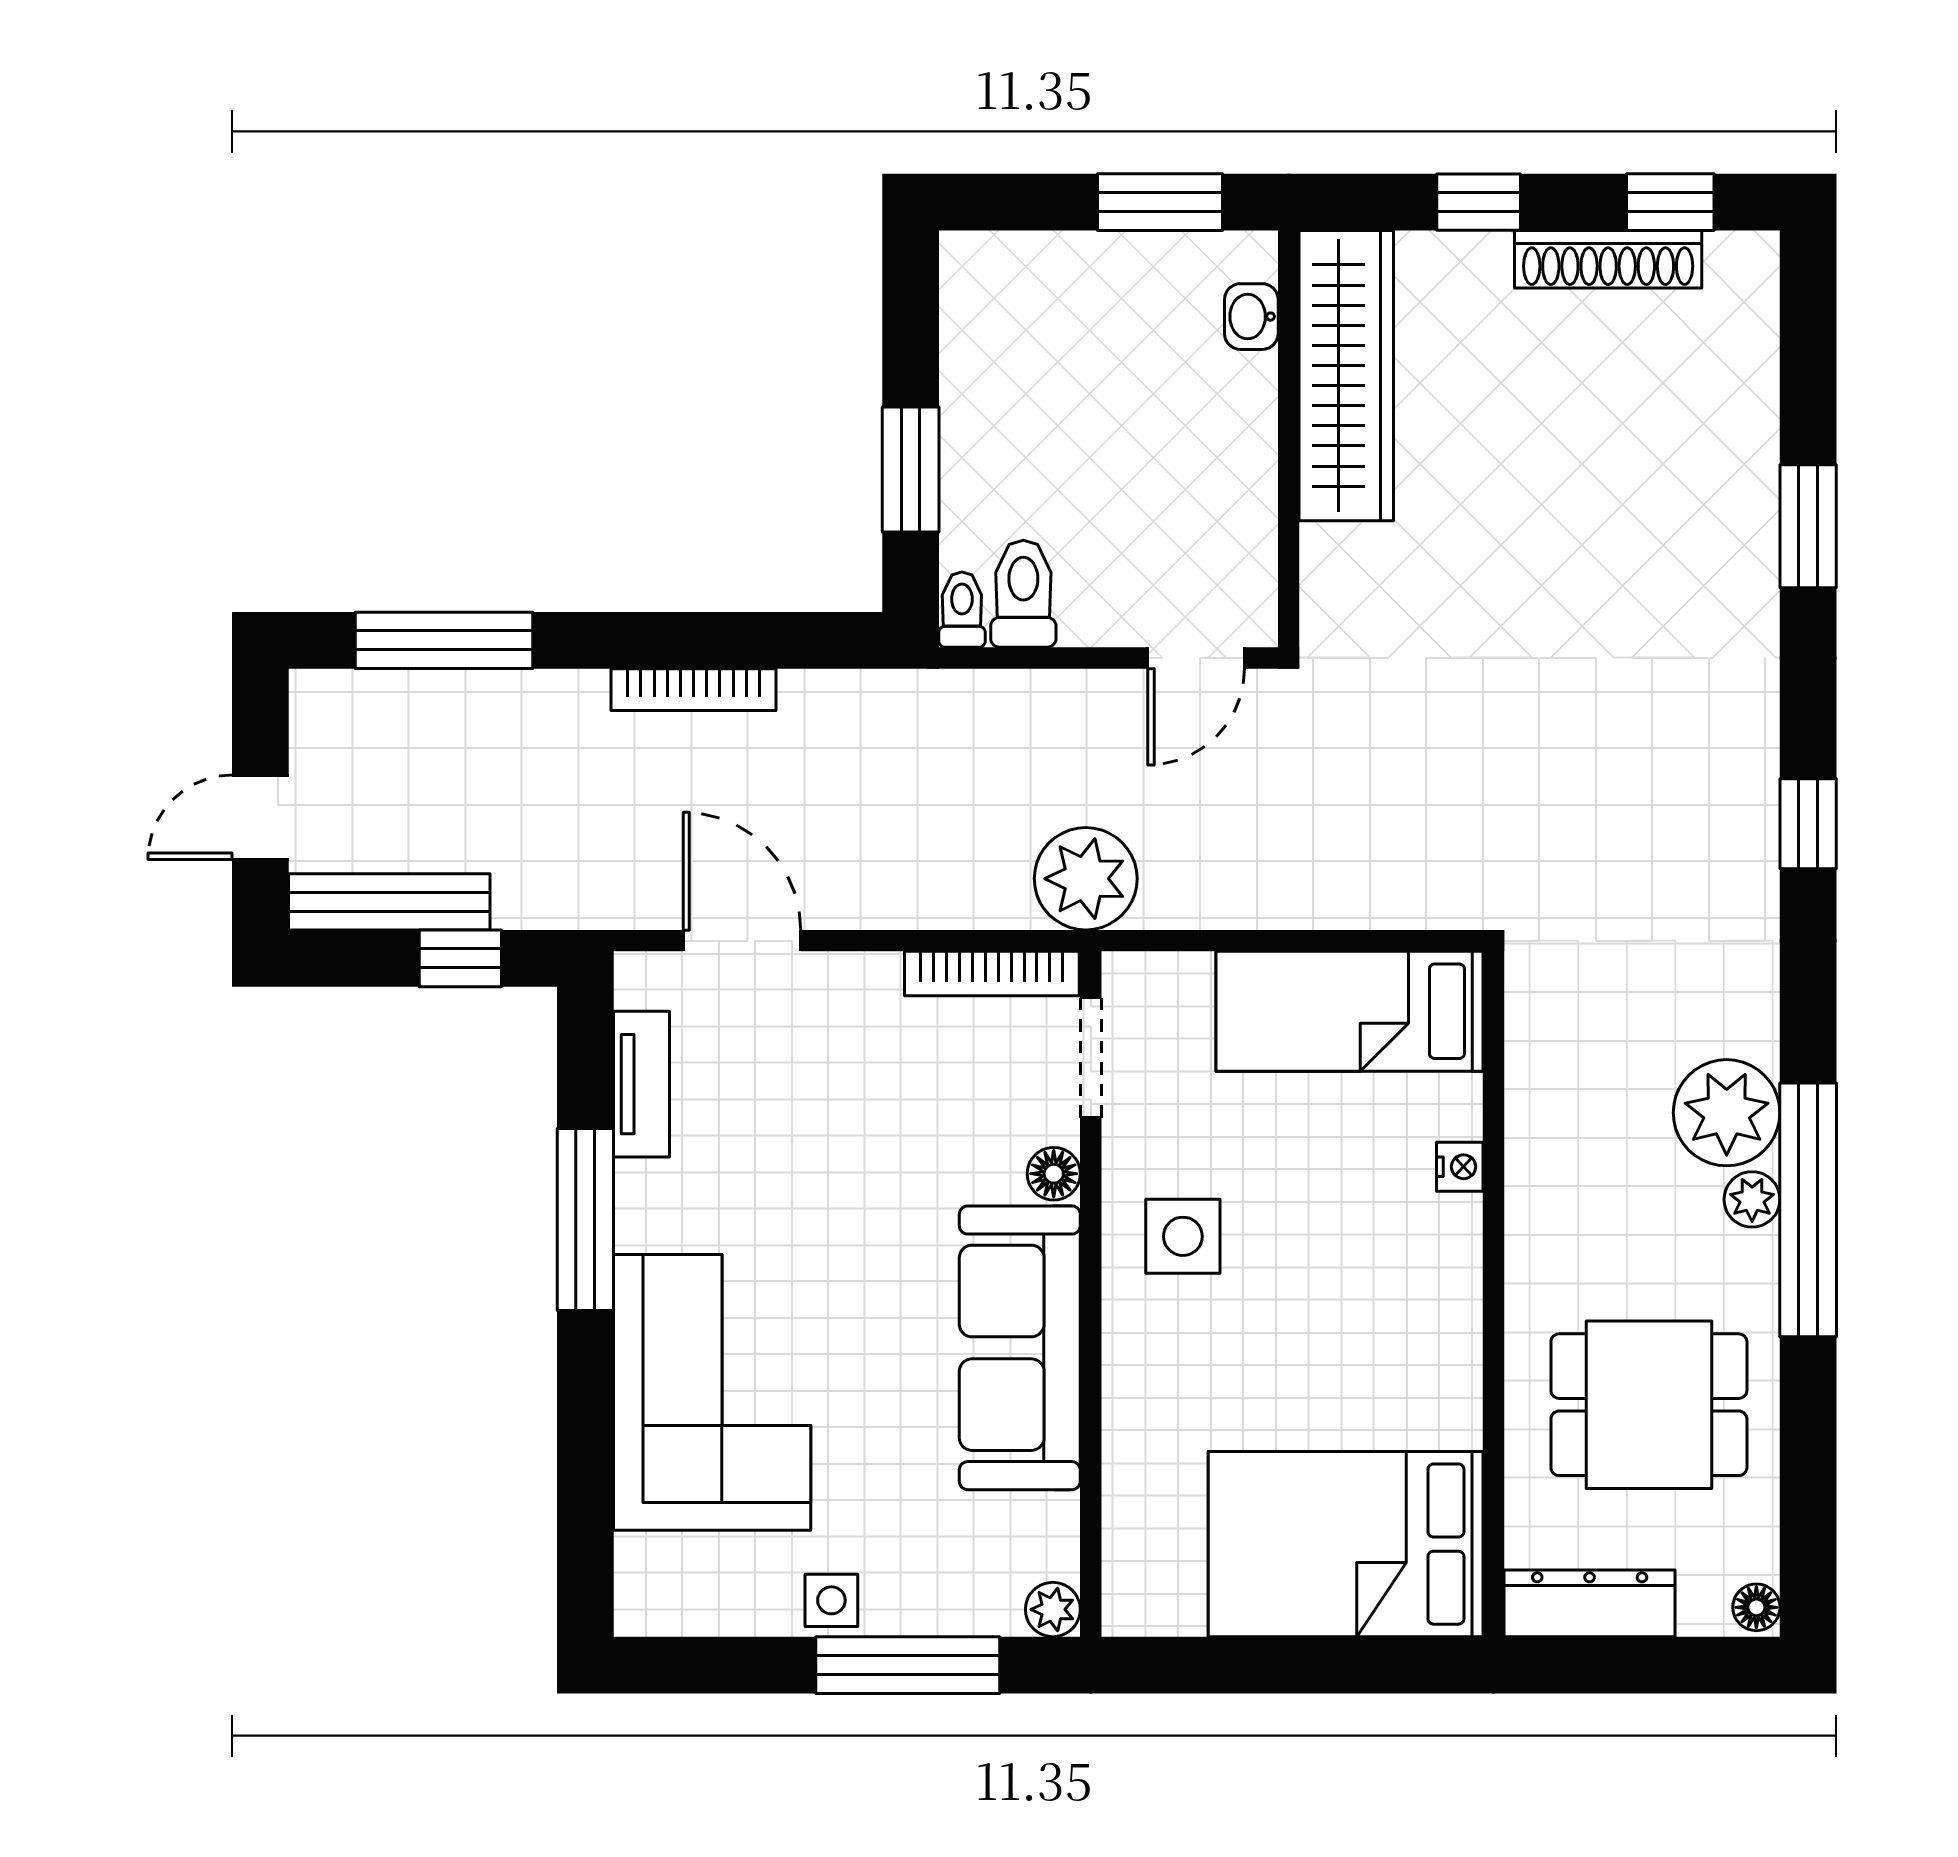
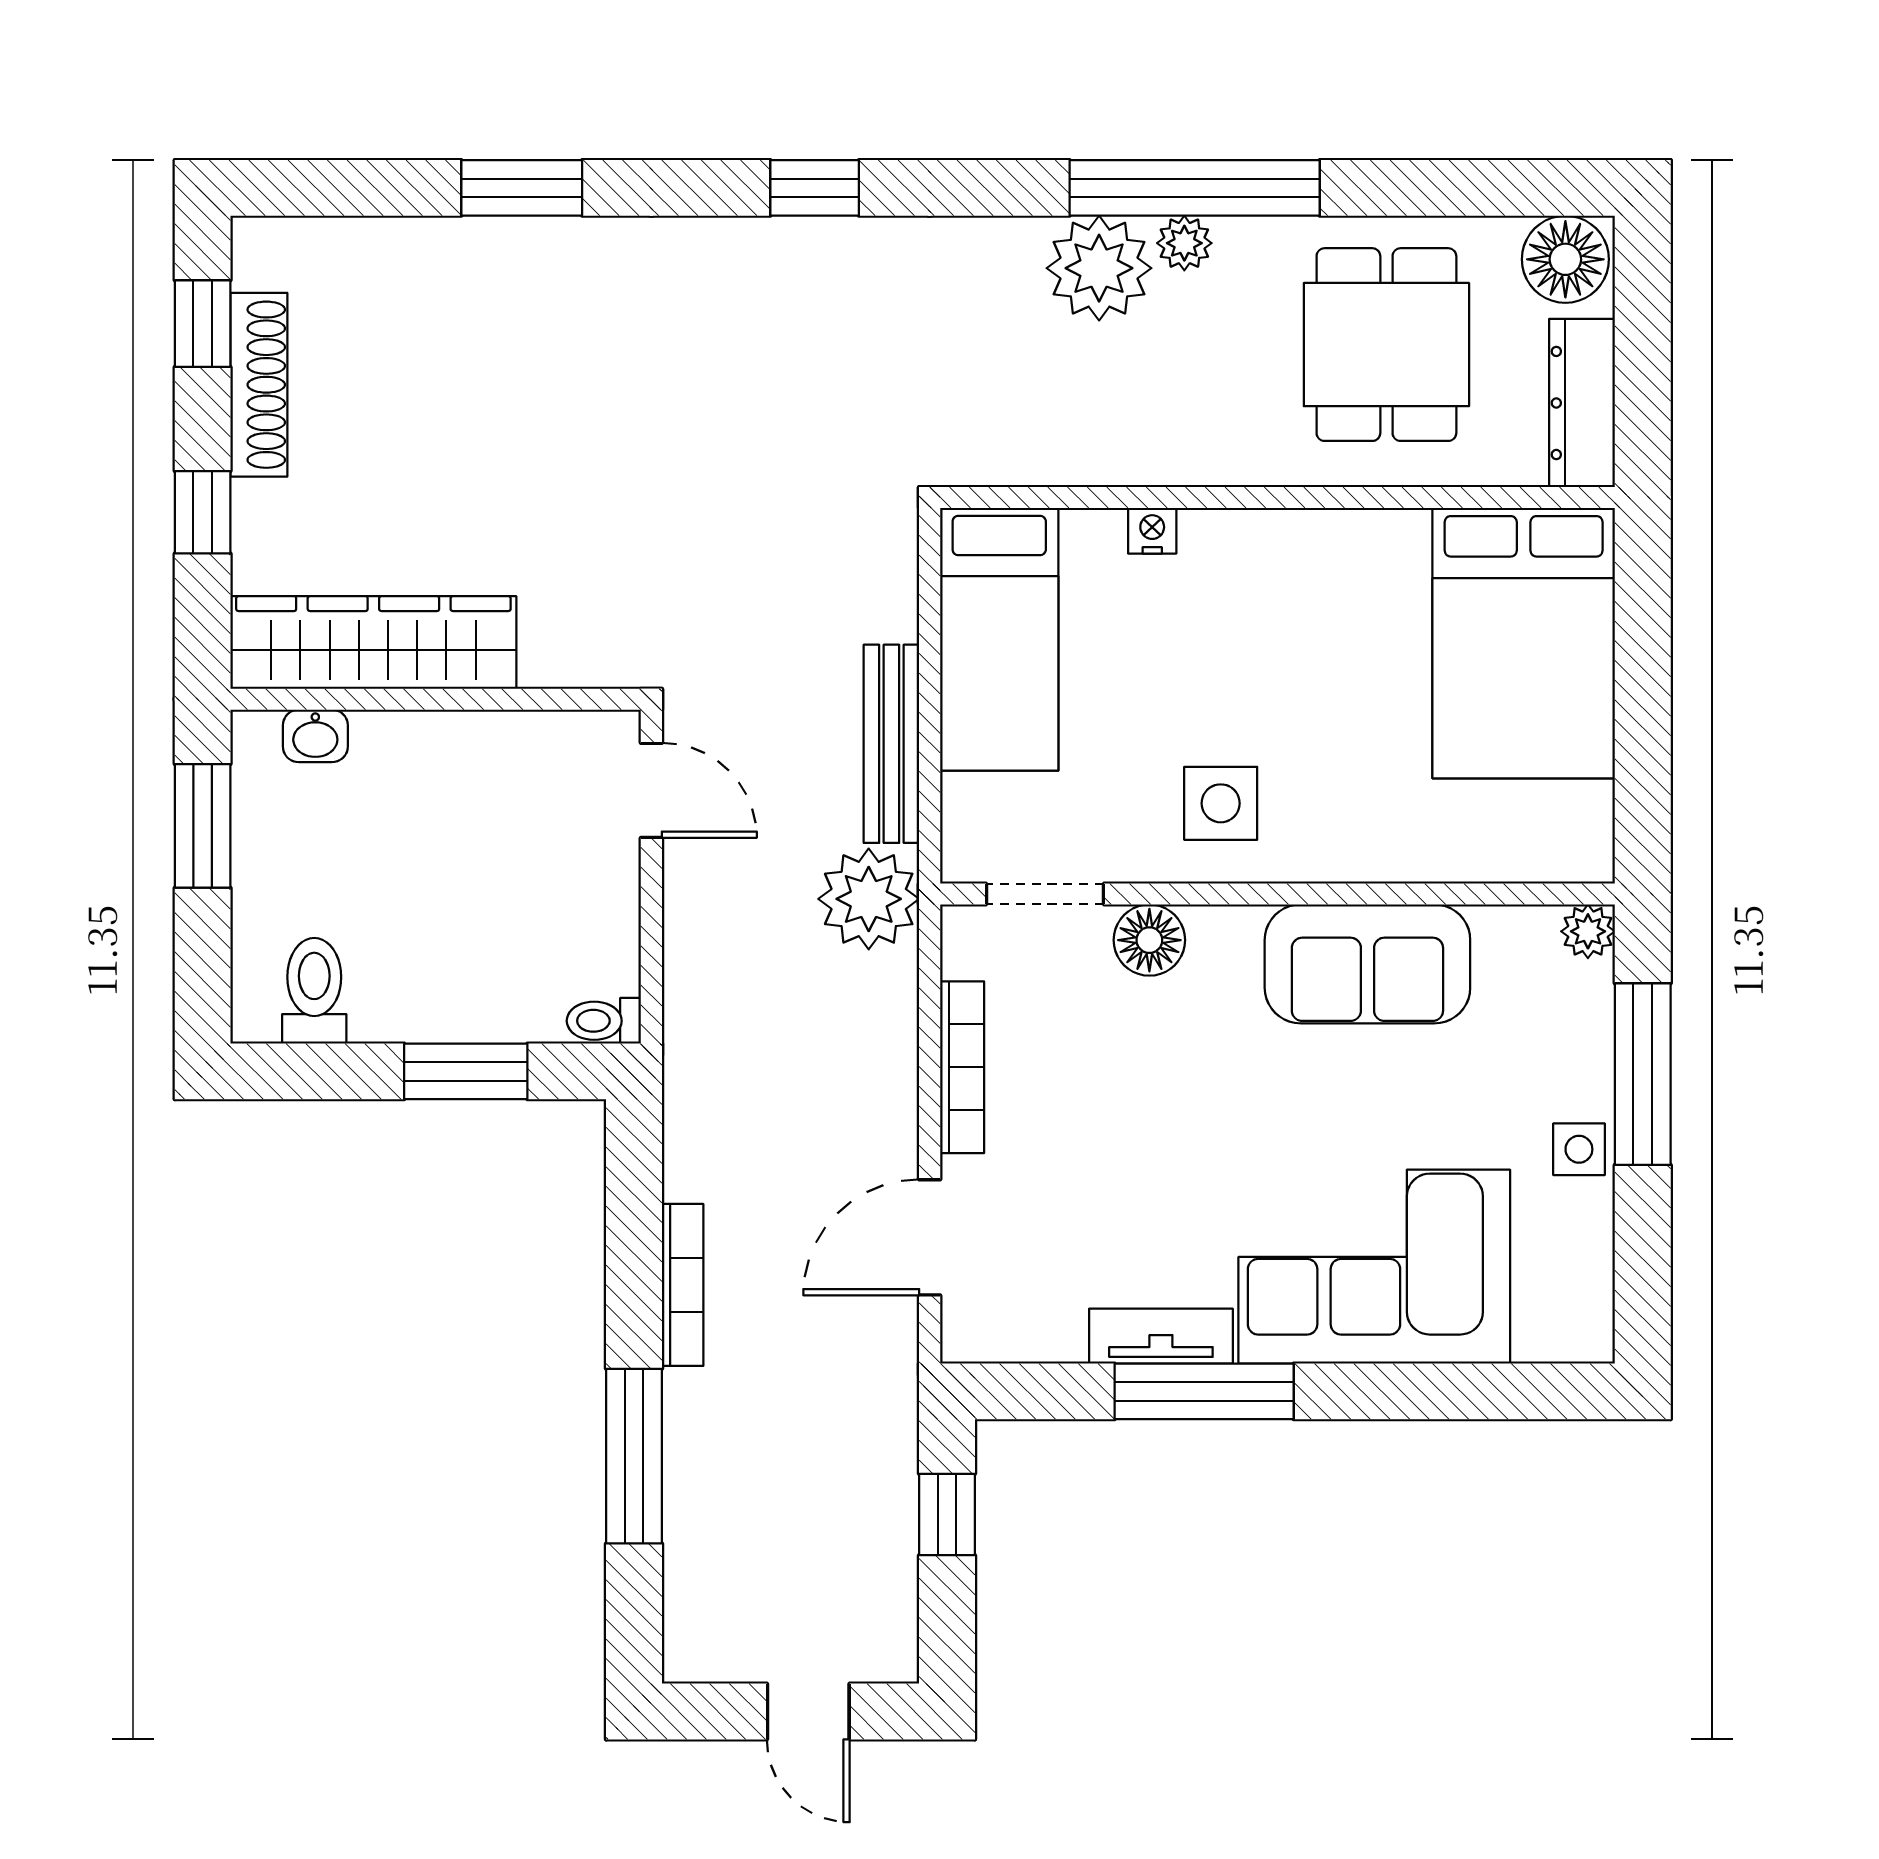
toilet: (1023, 594) -> (314, 991), moved, turned 90
window: (444, 640) -> (634, 1456), moved
bench: (389, 902) -> (891, 744), moved
bookcase: (992, 974) -> (962, 1067), moved
tv unit: (642, 1084) -> (1161, 1336), moved
floor lamp: (1054, 1174) -> (1149, 940), width x1.37, depth x1.37
sofa: (1020, 1348) -> (1367, 964), width x0.73
floor lamp: (1756, 1607) -> (1565, 259), width x1.89, depth x1.89

